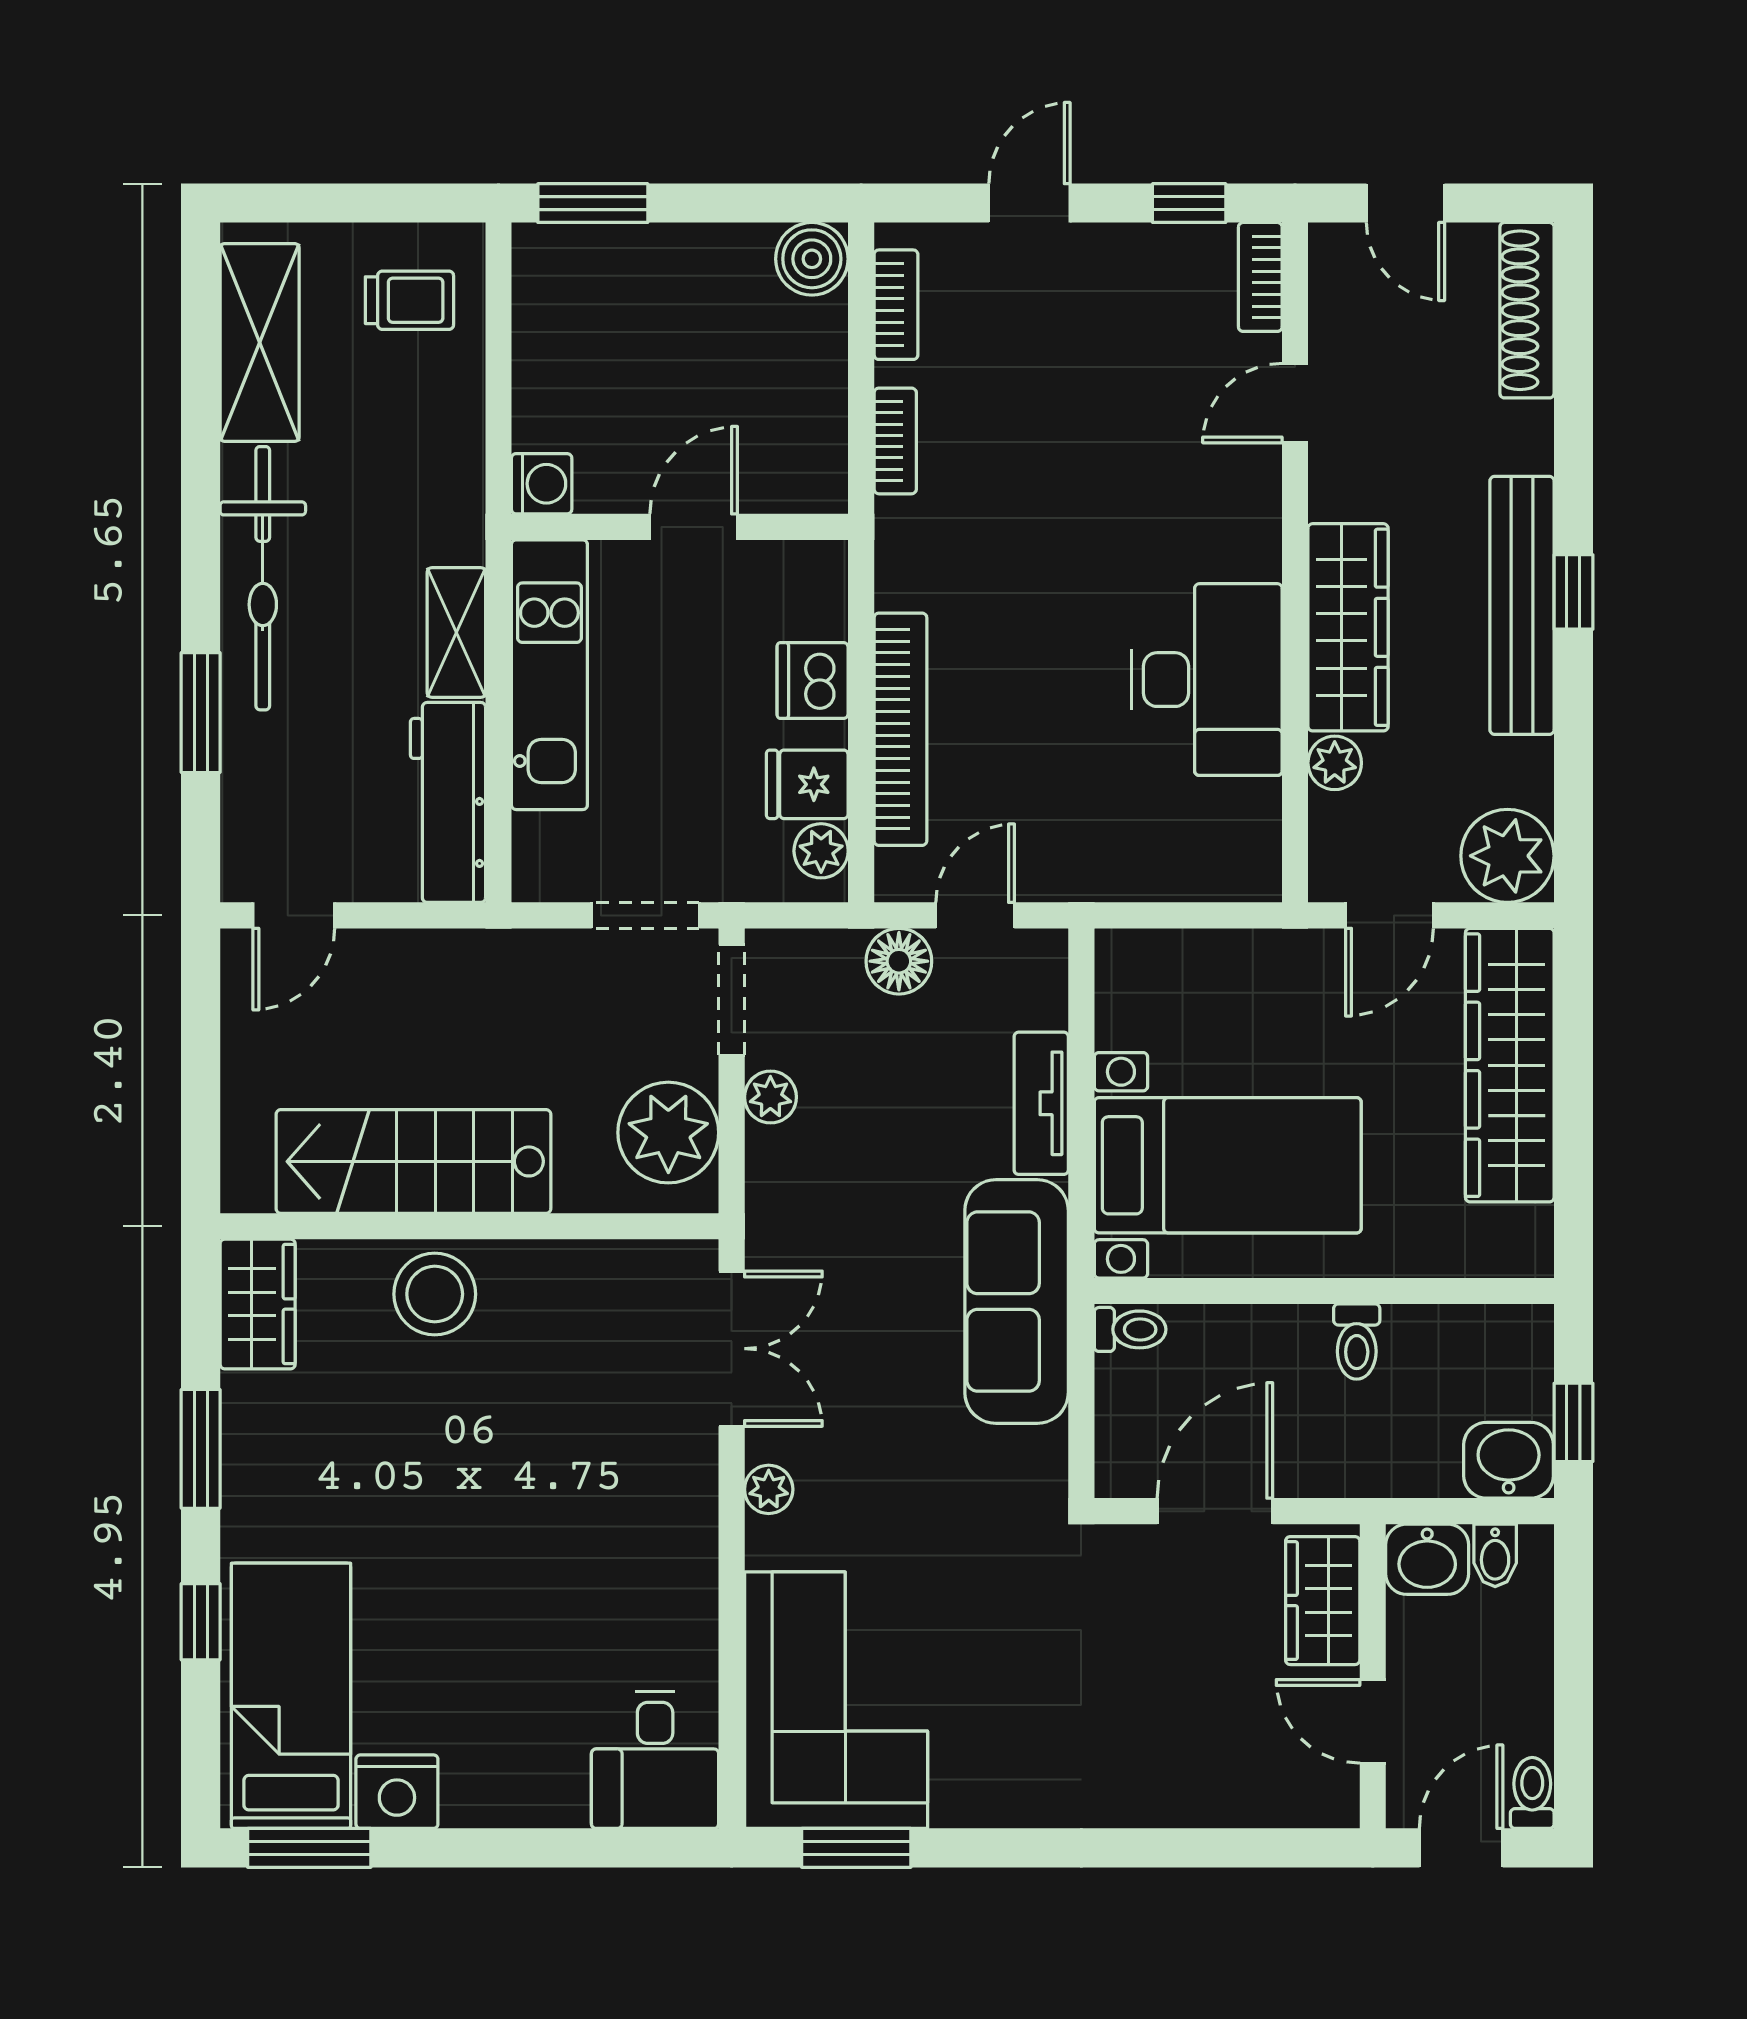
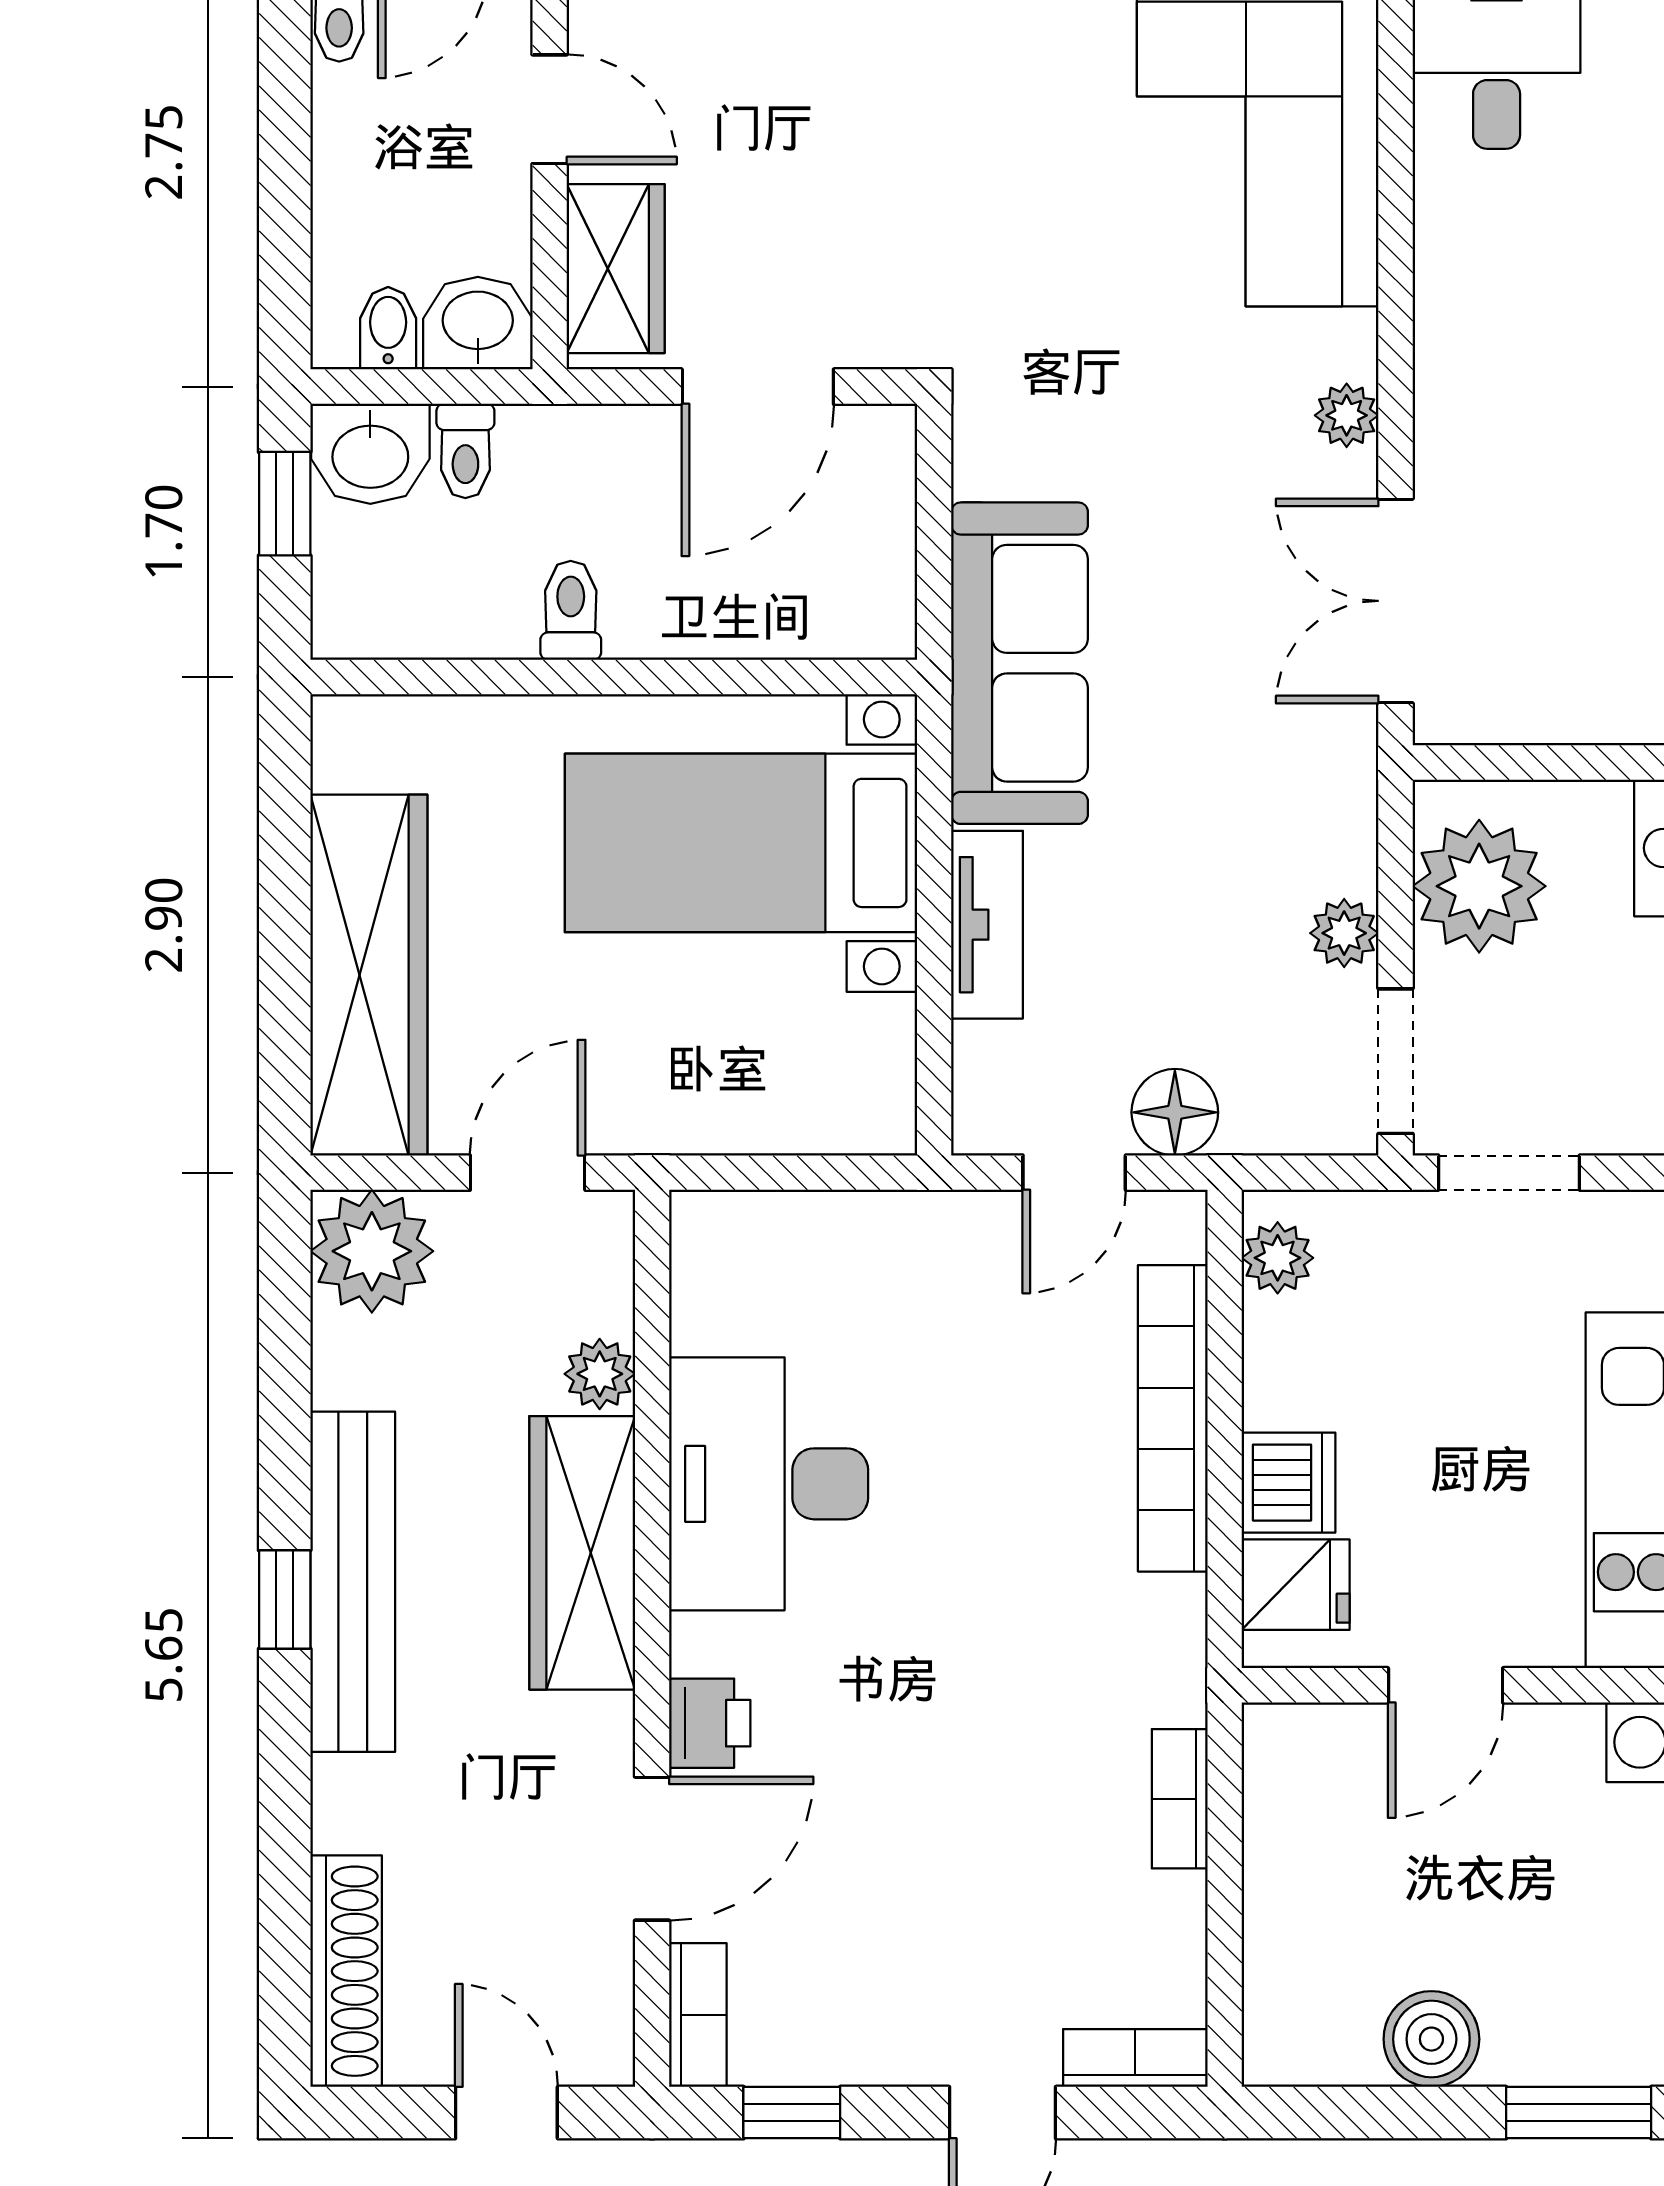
boiler: (812, 259) -> (1431, 2039), moved
bookcase: (896, 305) -> (1135, 2058), moved, turned 90
door: (1295, 403) -> (652, 1849), width x1.38
printer: (1251, 498) -> (710, 1723), added
fridge: (807, 784) -> (1296, 1585), moved
toilet: (1130, 1329) -> (465, 451), moved, turned -90

